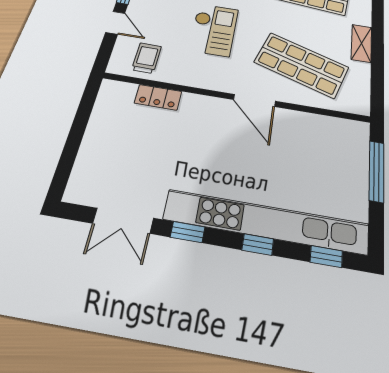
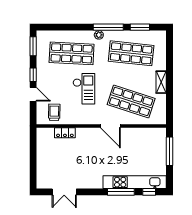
kitchen unit: (266, 222) -> (135, 182), width x0.73
window: (188, 232) -> (91, 192), removed
window: (258, 244) -> (121, 192), width x2.17

